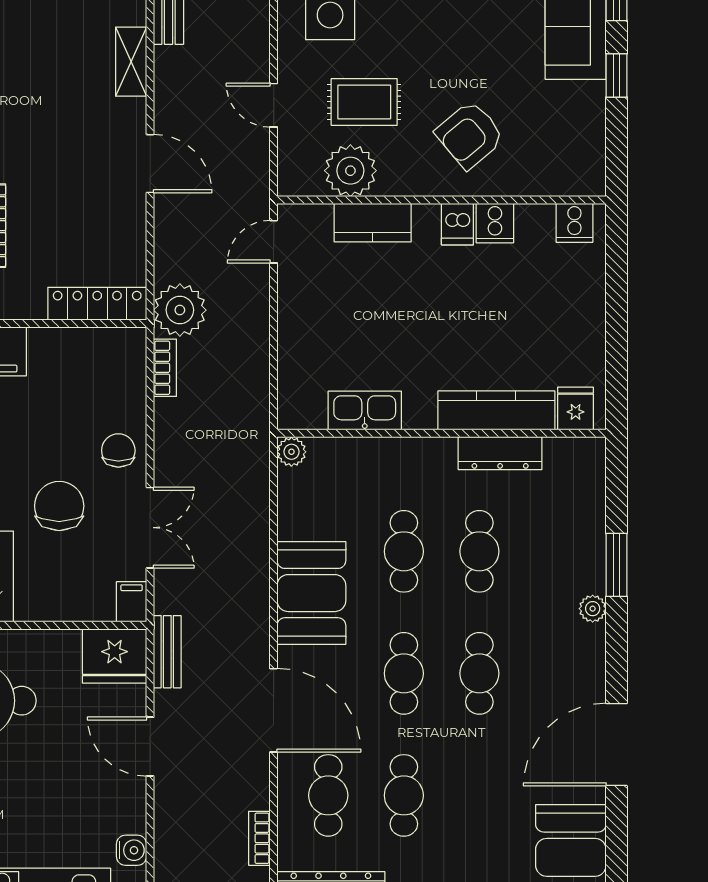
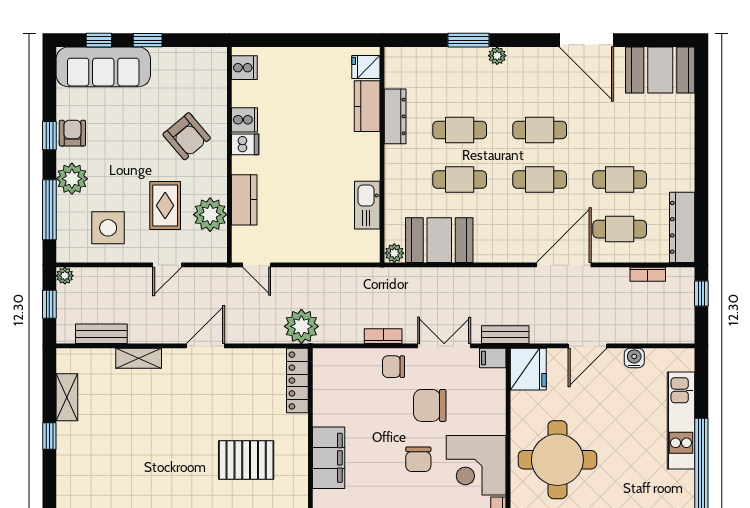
bookcase: (165, 368) -> (383, 336), moved
kitchen counter: (496, 410) -> (367, 106), width x0.67
booth: (311, 593) -> (439, 240), moved
bench: (167, 652) -> (505, 335), moved
water cooler: (132, 850) -> (634, 358), moved

